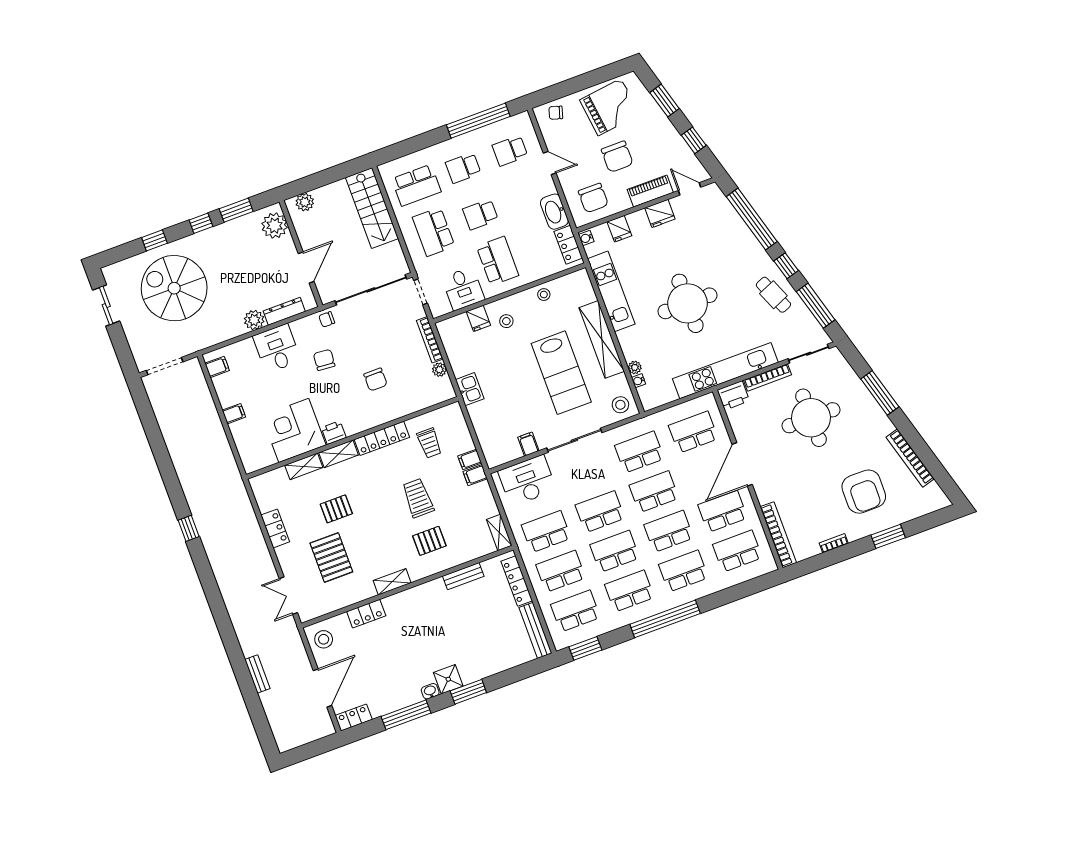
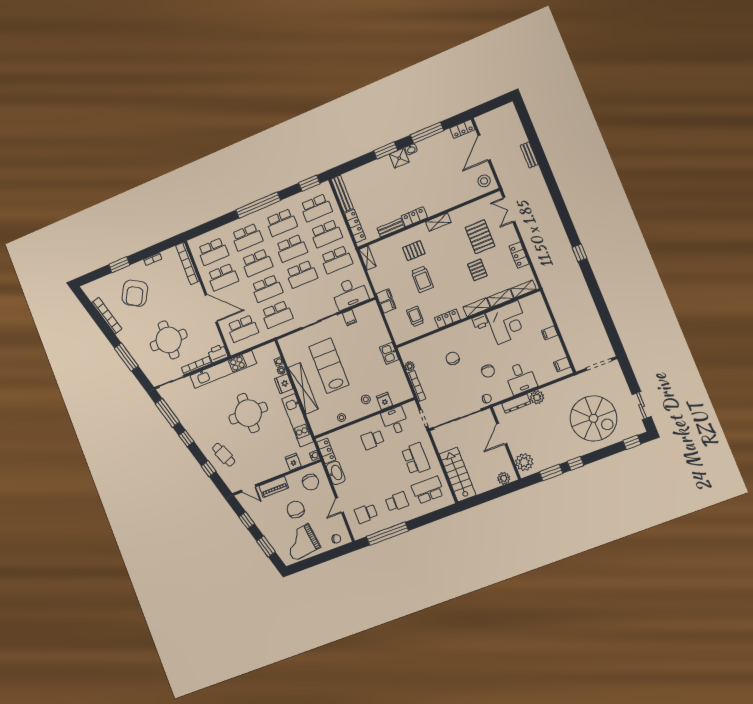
school desk: (510, 151) -> (366, 513), turned 180
door: (550, 163) -> (340, 505), hinge flipped
chair: (593, 198) -> (311, 482), turned 180
fridge: (660, 213) -> (284, 384), moved, turned -90
school desk: (480, 214) -> (385, 471), removed
window: (752, 219) -> (209, 469), width x0.32
window: (154, 240) -> (632, 442), moved
school desk: (498, 261) -> (373, 440), width x0.54
cafe table: (773, 295) -> (224, 455), moved
stool: (620, 405) -> (290, 345), removed
locker: (382, 438) -> (447, 319), width x0.66
door: (742, 464) -> (211, 308), hinge flipped
shelving: (270, 479) -> (523, 289), added
armchair: (864, 492) -> (135, 293), turned -150
pallet: (336, 509) -> (477, 270), turned 90
double door: (288, 596) -> (509, 210), swing flipped
locker: (366, 614) -> (414, 217), moved

